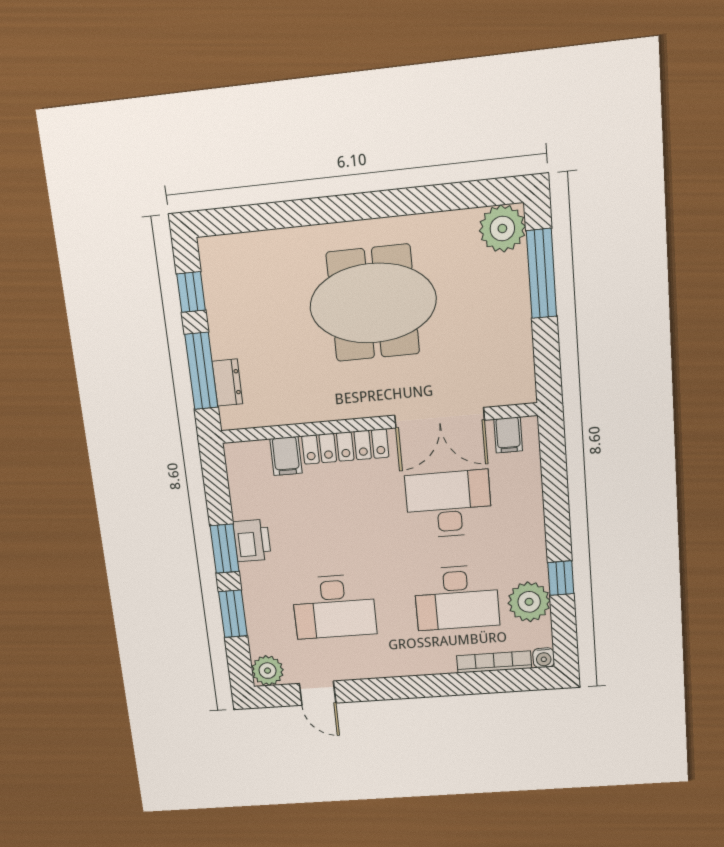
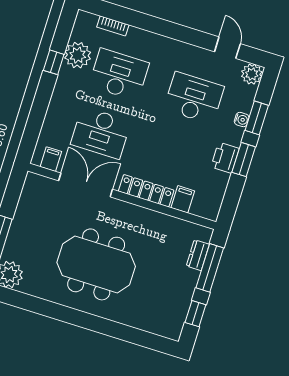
water cooler: (544, 658) -> (242, 120), moved, turned 90
bookcase: (494, 662) -> (113, 26), width x0.64

